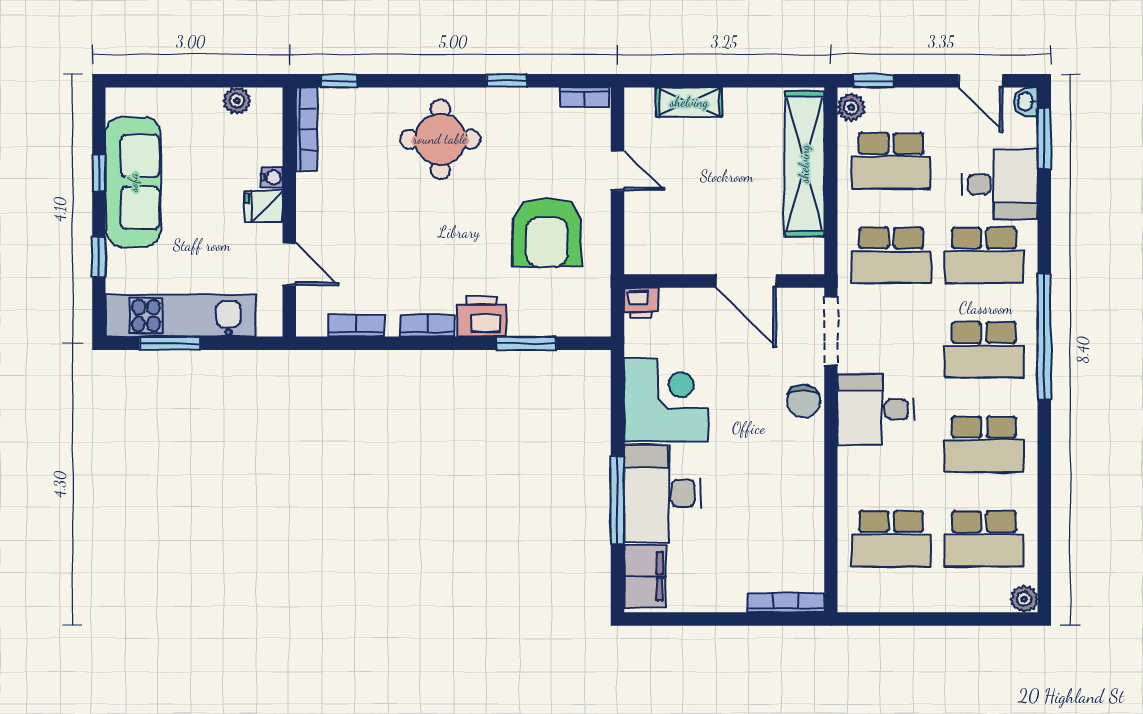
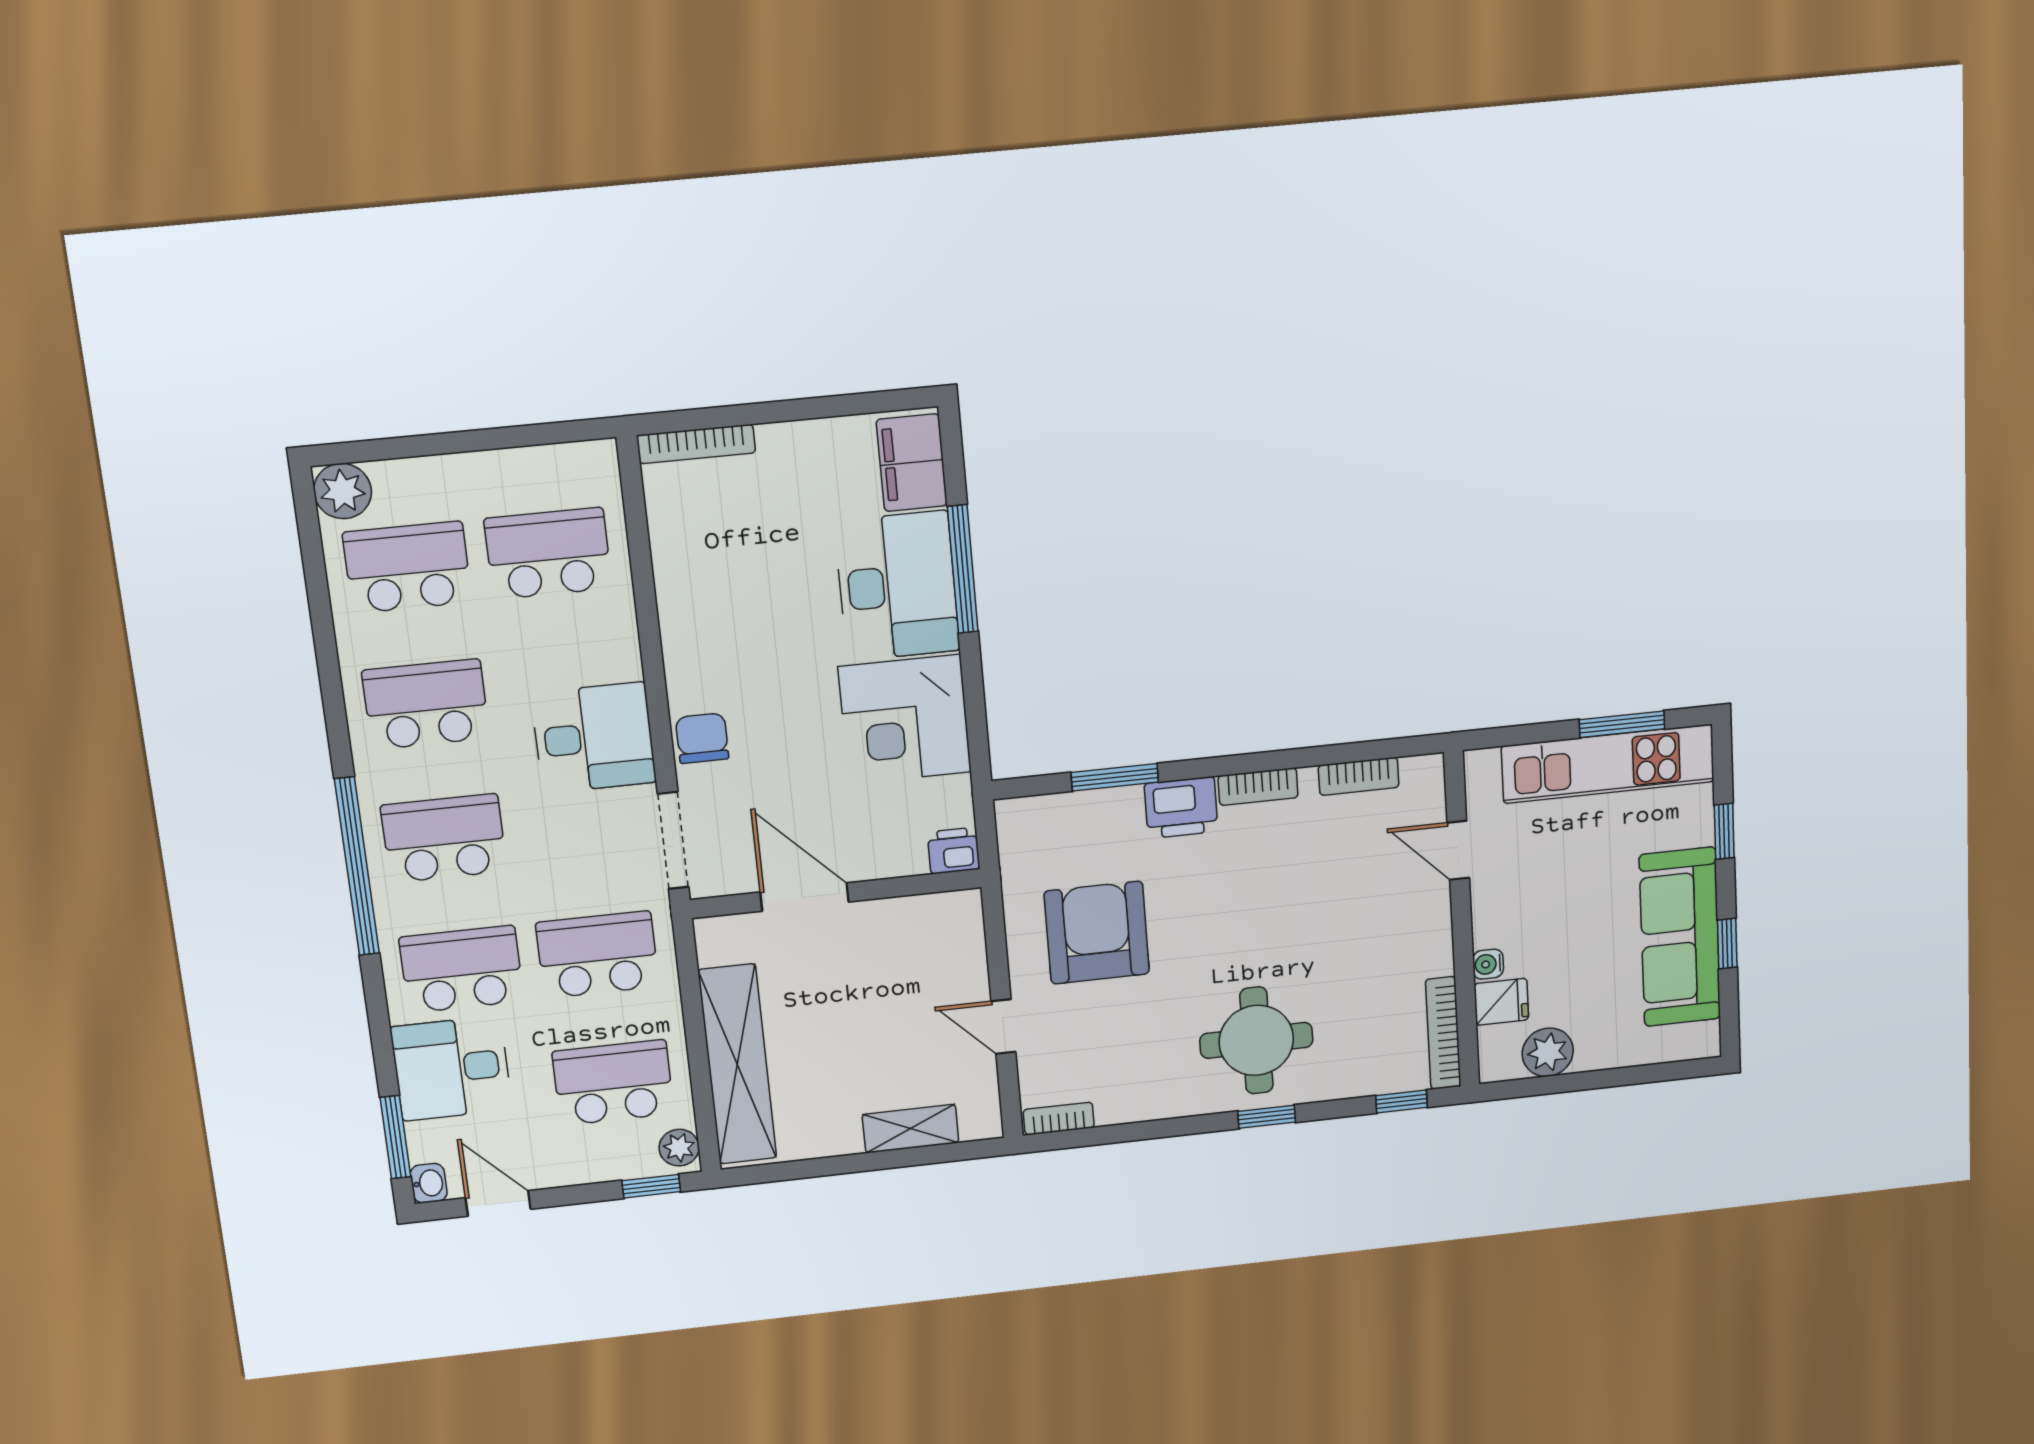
window: (506, 81) -> (1267, 1117), moved
plant: (237, 101) -> (1548, 1052), width x1.38, depth x1.38
fridge: (264, 207) -> (1501, 1002), moved
plant: (1024, 599) -> (343, 491), width x1.38, depth x1.38

